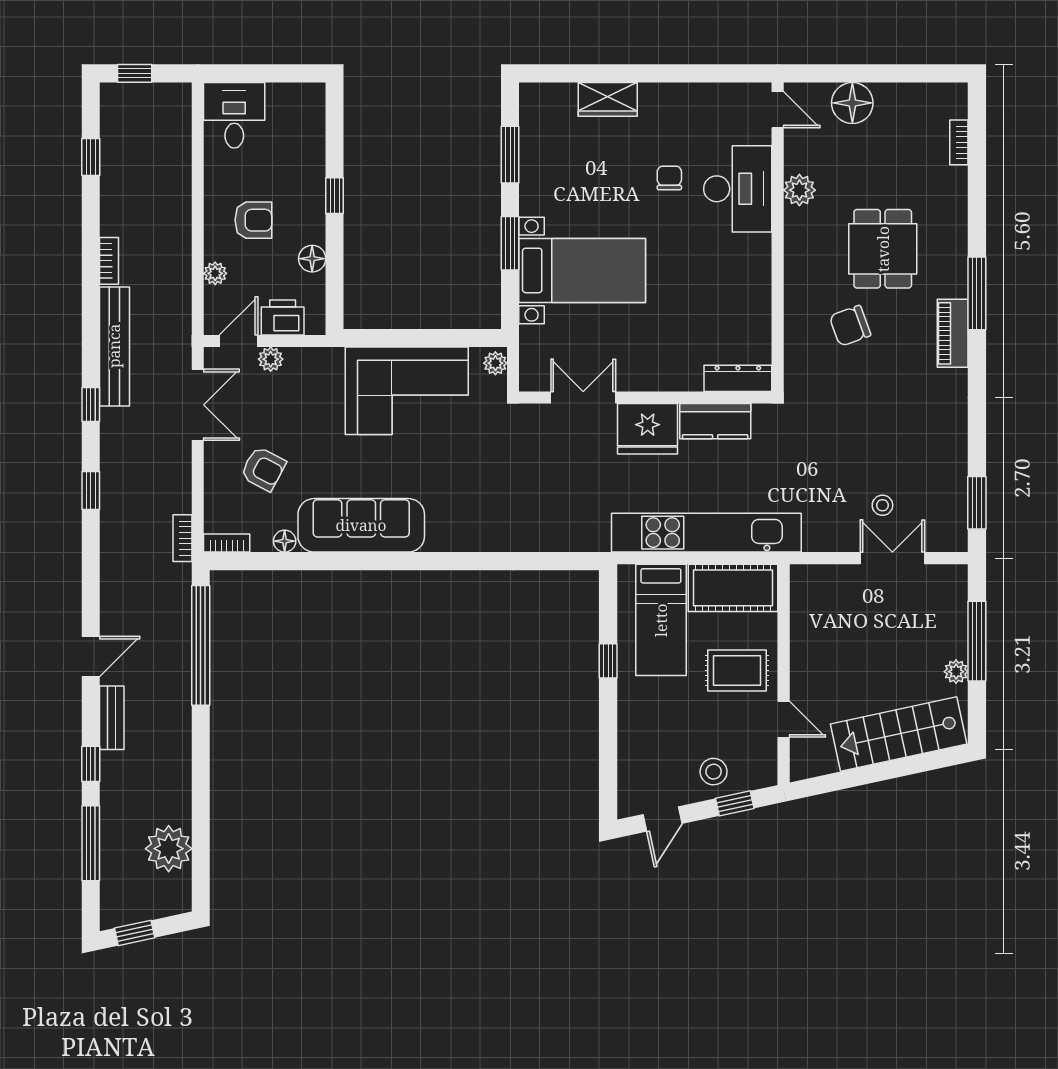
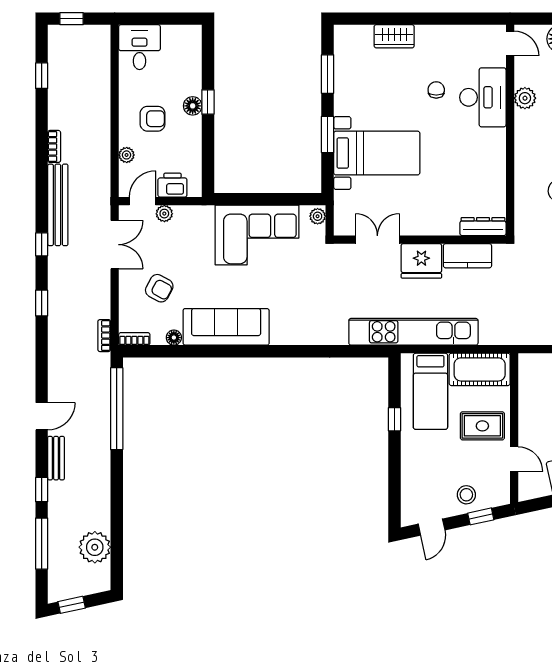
floor lamp: (312, 259) -> (193, 106), moved
kitchen unit: (706, 533) -> (413, 332), moved

